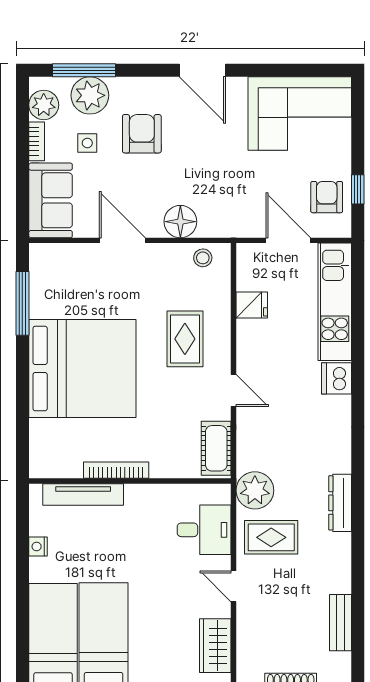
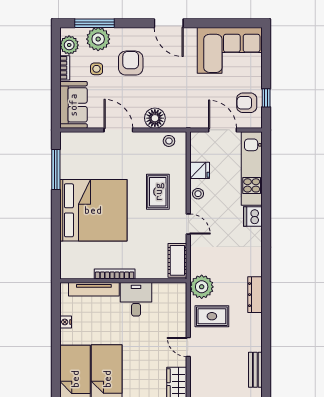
armchair: (327, 197) -> (247, 103), turned -90
stool: (249, 342) -> (198, 194), added
desk: (204, 530) -> (136, 299), moved, turned -90

